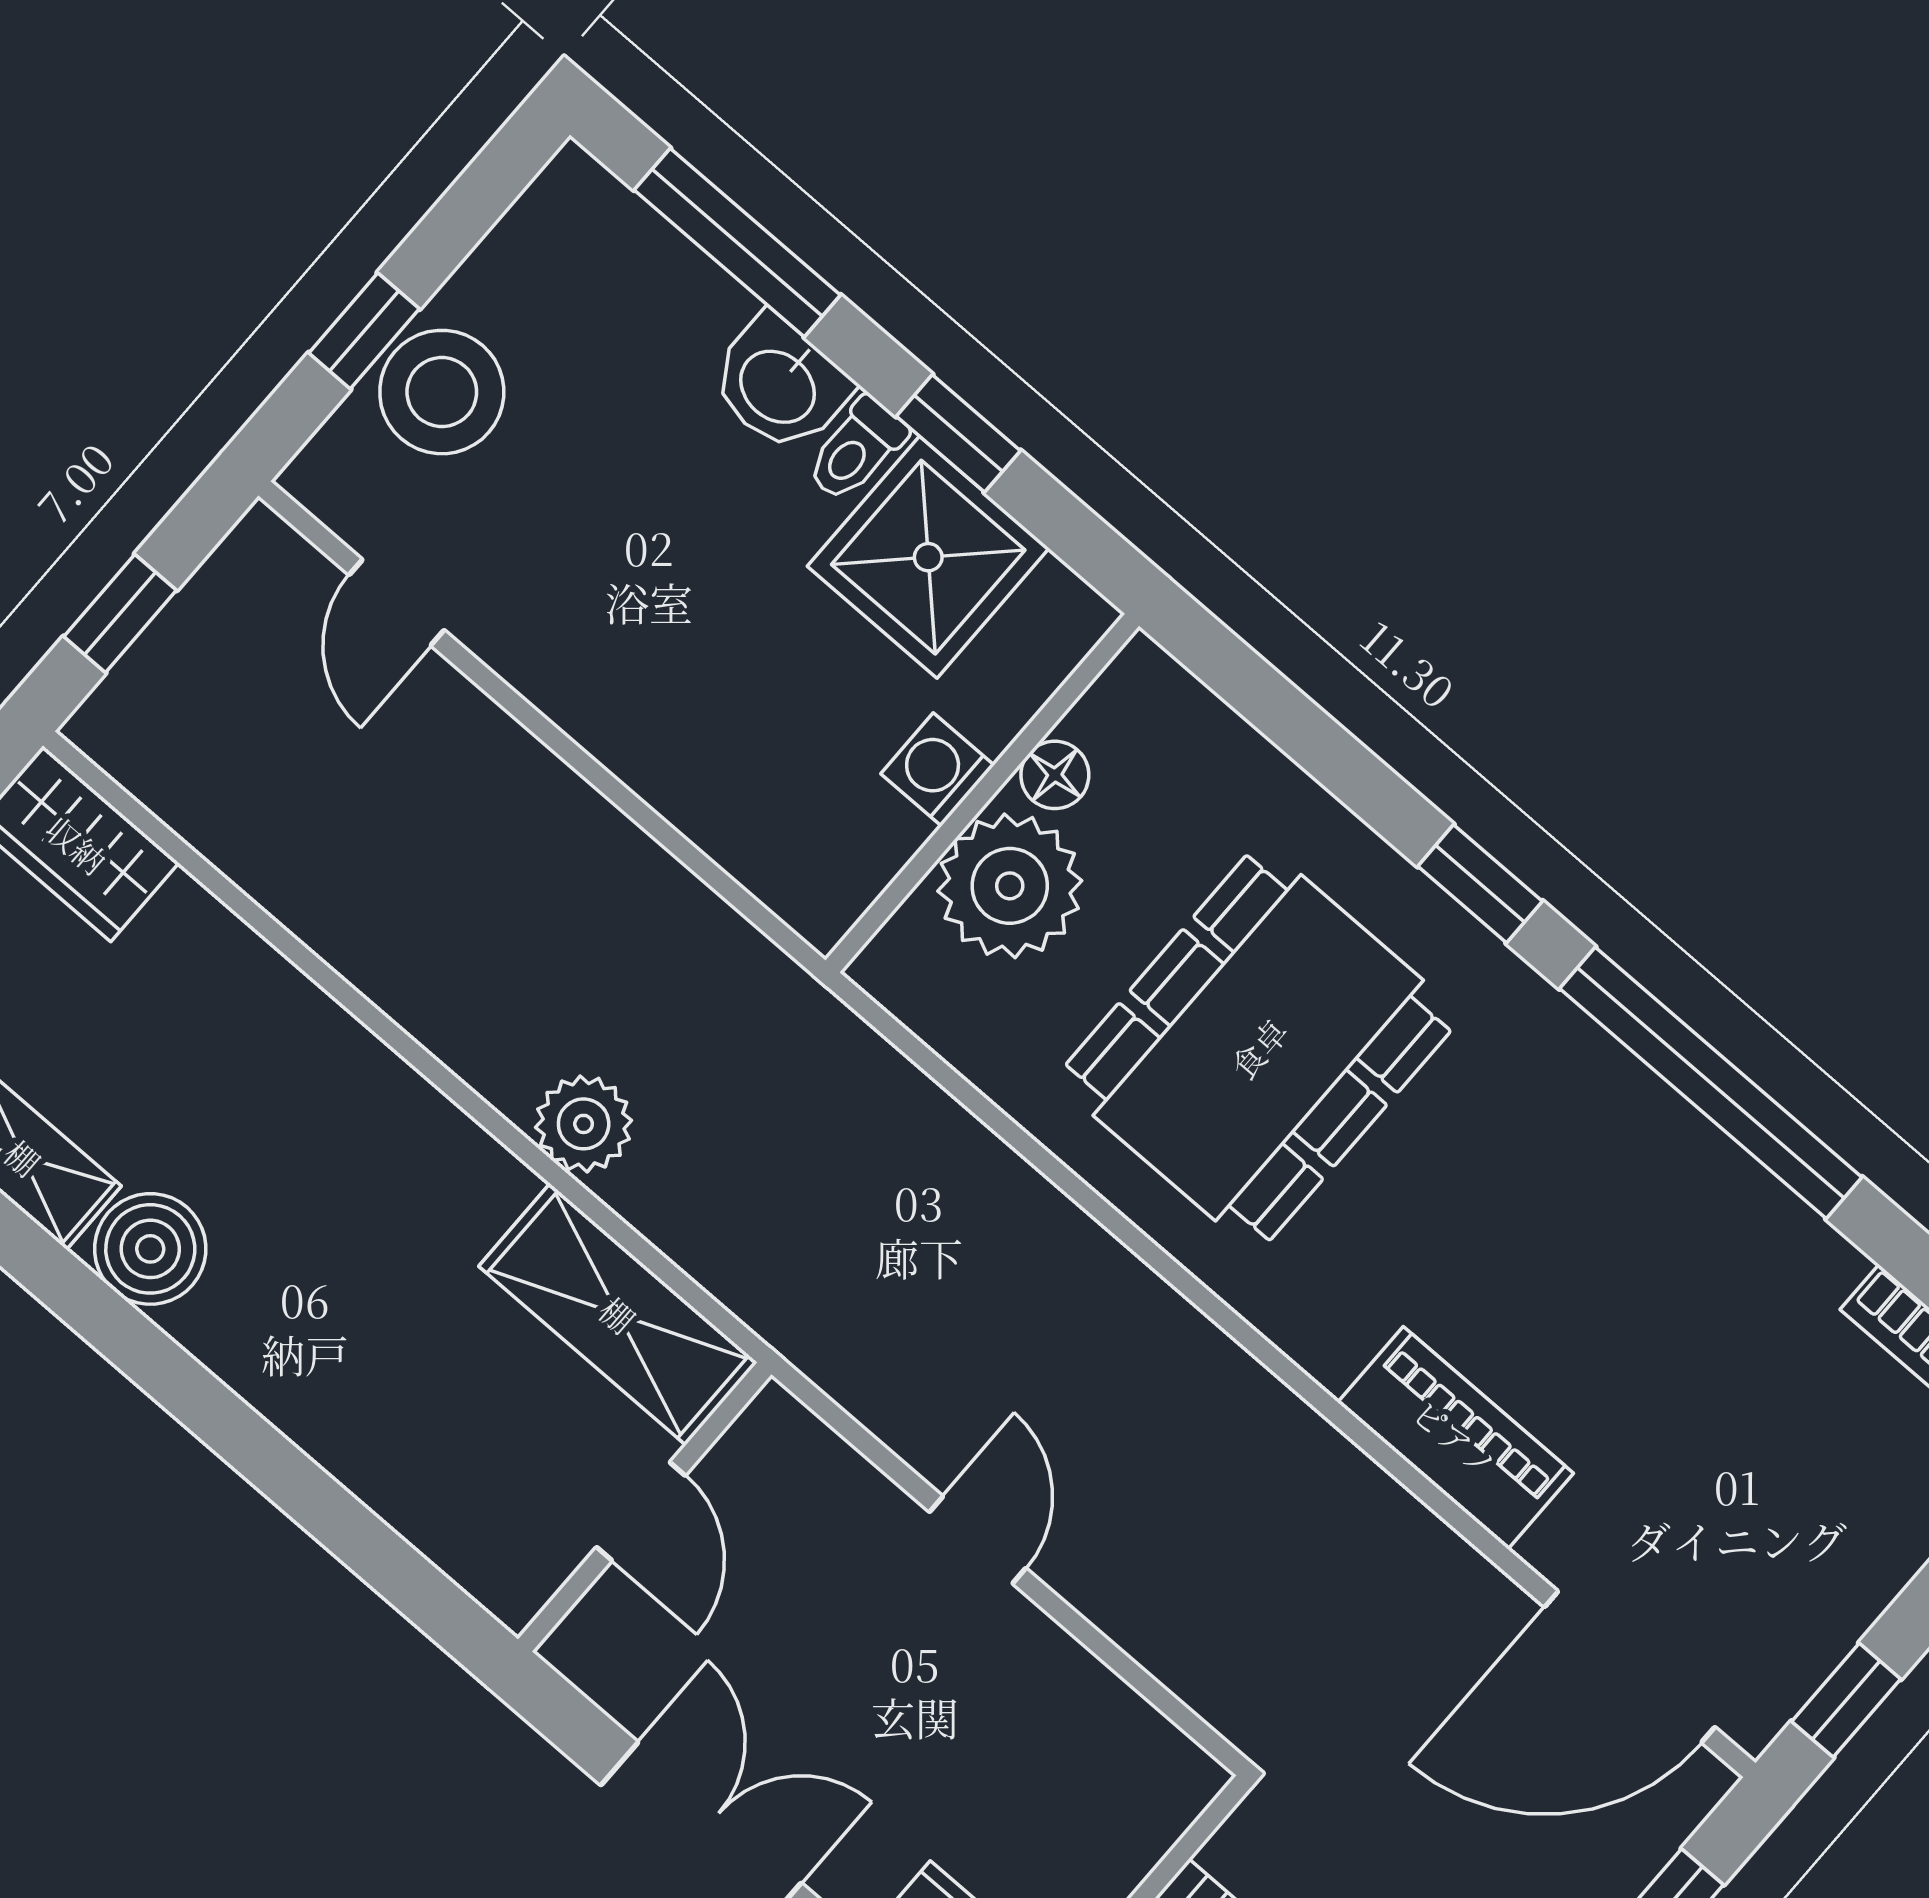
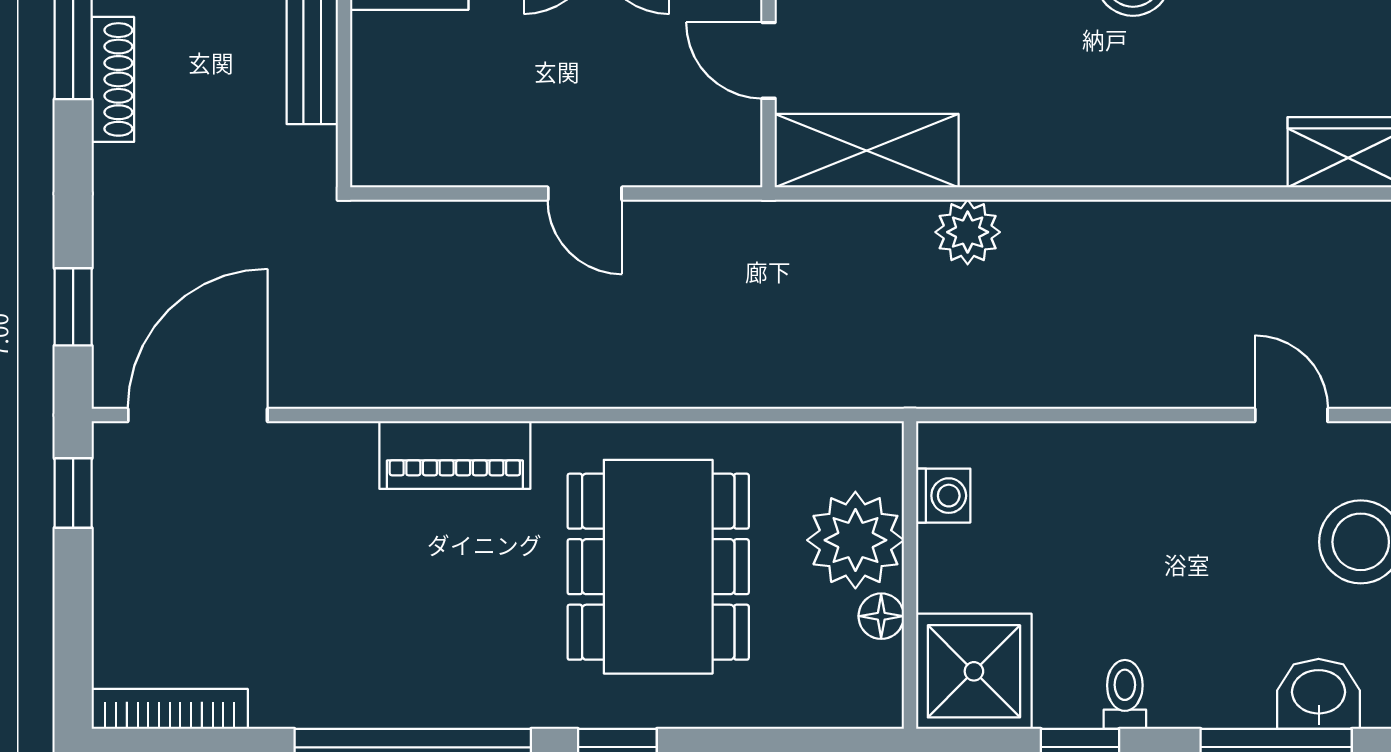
washbasin: (780, 384) -> (1319, 694), moved
shower: (928, 557) -> (974, 671), moved
washing machine: (937, 769) -> (943, 496), moved
piano: (1456, 1438) -> (455, 455), moved

